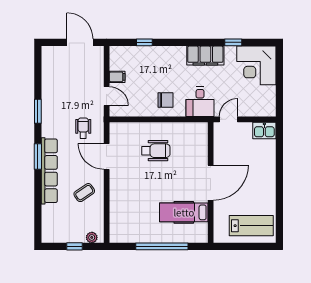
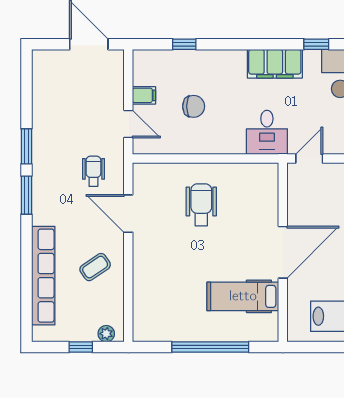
chair: (166, 100) -> (194, 106), moved
wheelchair: (156, 151) -> (201, 205), turned -90
window: (38, 156) -> (26, 195), moved
row of seats: (49, 171) -> (43, 276), moved

